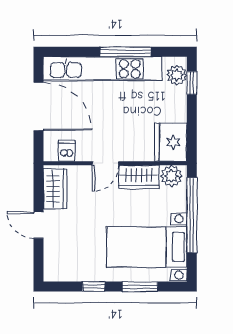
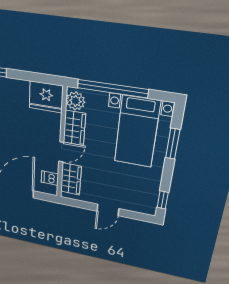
door: (105, 163) -> (61, 152), hinge flipped
wardrobe: (55, 189) -> (71, 179), moved, turned 90
window: (94, 286) -> (163, 200), moved

